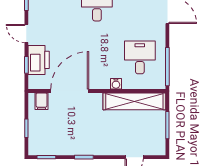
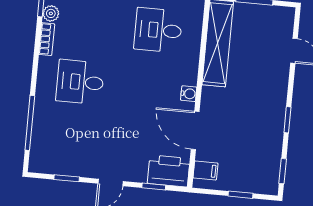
printer: (39, 60) -> (169, 171), moved
water cooler: (116, 84) -> (189, 94), moved
door: (70, 91) -> (195, 130), width x0.73

